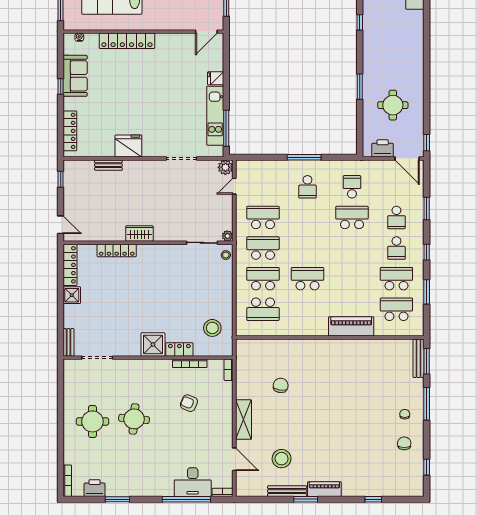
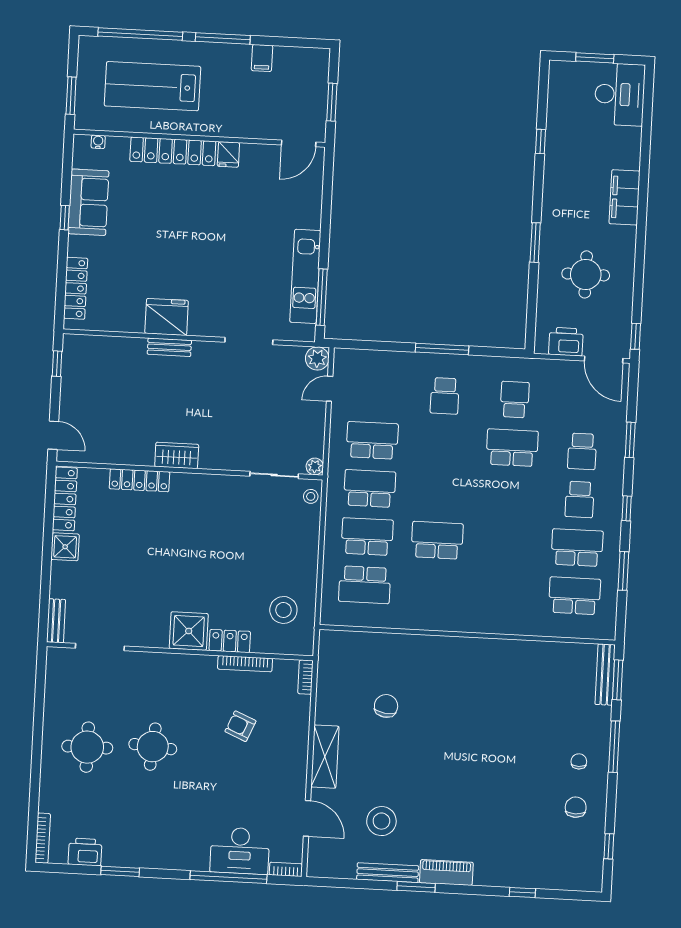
filing cabinet: (415, 55) -> (625, 197), added
fridge: (216, 78) -> (228, 154), moved, turned -90
bench: (108, 165) -> (169, 347), moved
piano: (351, 326) -> (502, 619), removed

